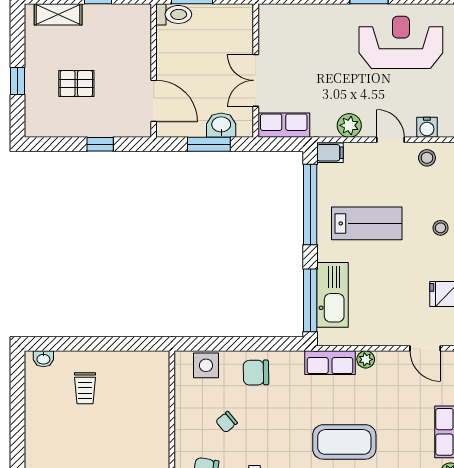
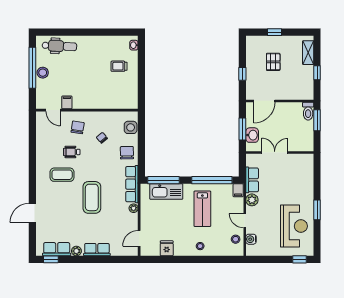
row of seats: (284, 125) -> (252, 180), moved
door: (391, 140) -> (245, 221), swing flipped
row of seats: (330, 363) -> (132, 184), width x1.48

